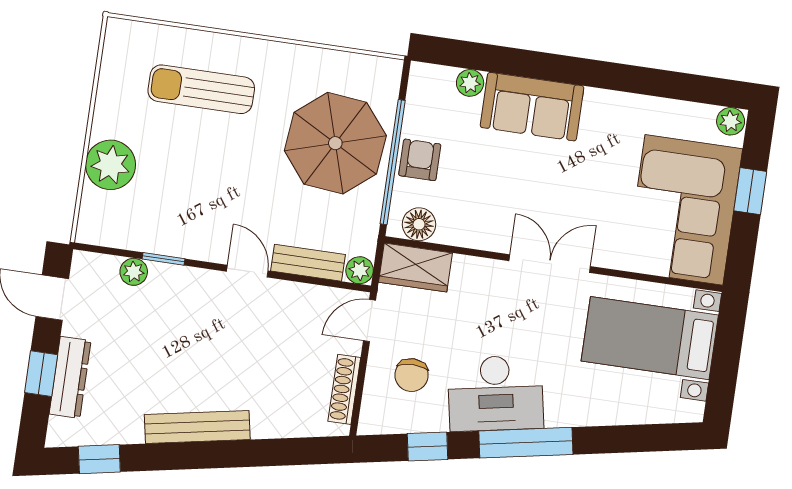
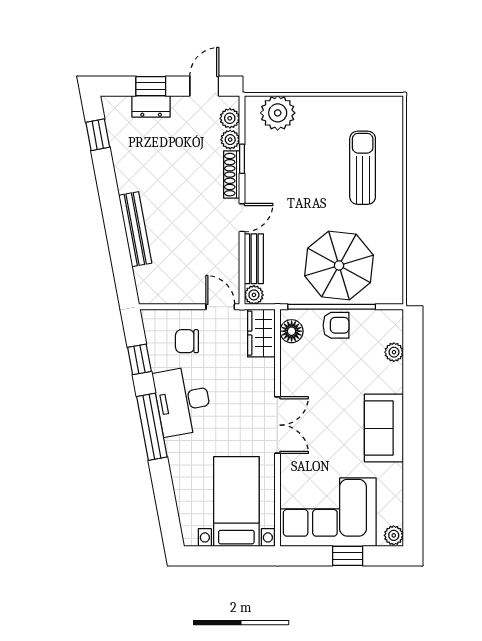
sofa: (532, 107) -> (384, 428), moved
plant: (111, 165) -> (278, 113), moved
plant: (103, 268) -> (230, 118), added
dresser: (70, 377) -> (151, 106), width x0.70
shoe rack: (344, 389) -> (232, 175), moved, turned -90
bench: (197, 427) -> (135, 229), moved

